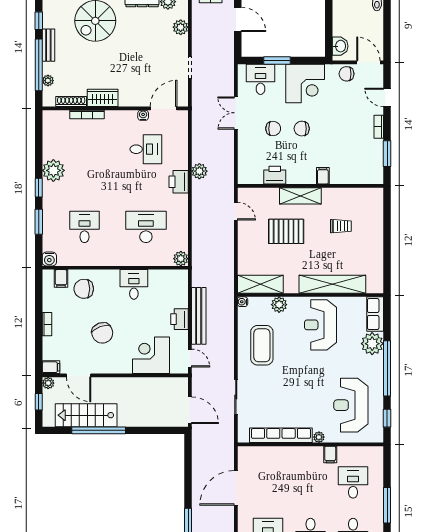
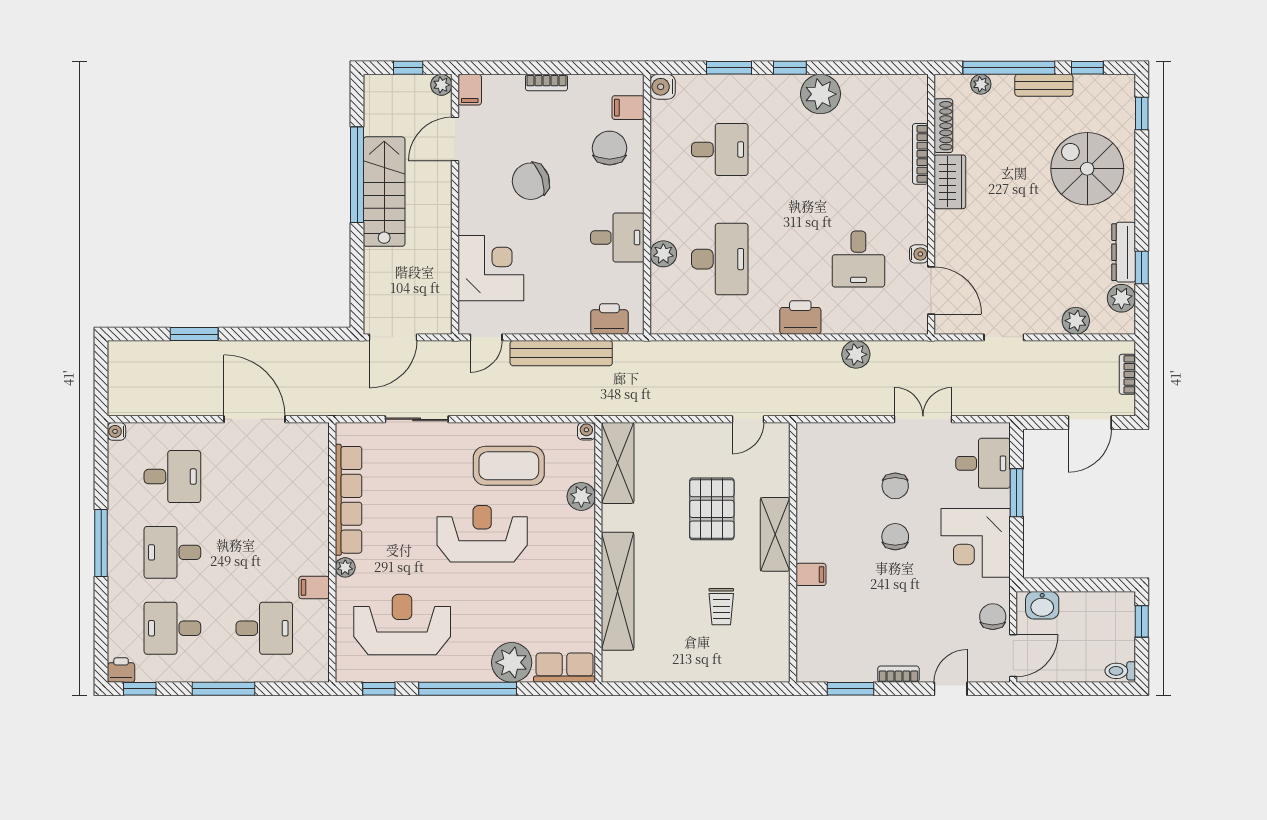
plant: (199, 171) -> (856, 354), moved
printer: (275, 175) -> (812, 489), removed
plant: (181, 259) -> (663, 254), moved
printer: (180, 319) -> (609, 319), moved
reception desk: (320, 325) -> (482, 534), moved
stairs: (86, 415) -> (384, 192), moved

